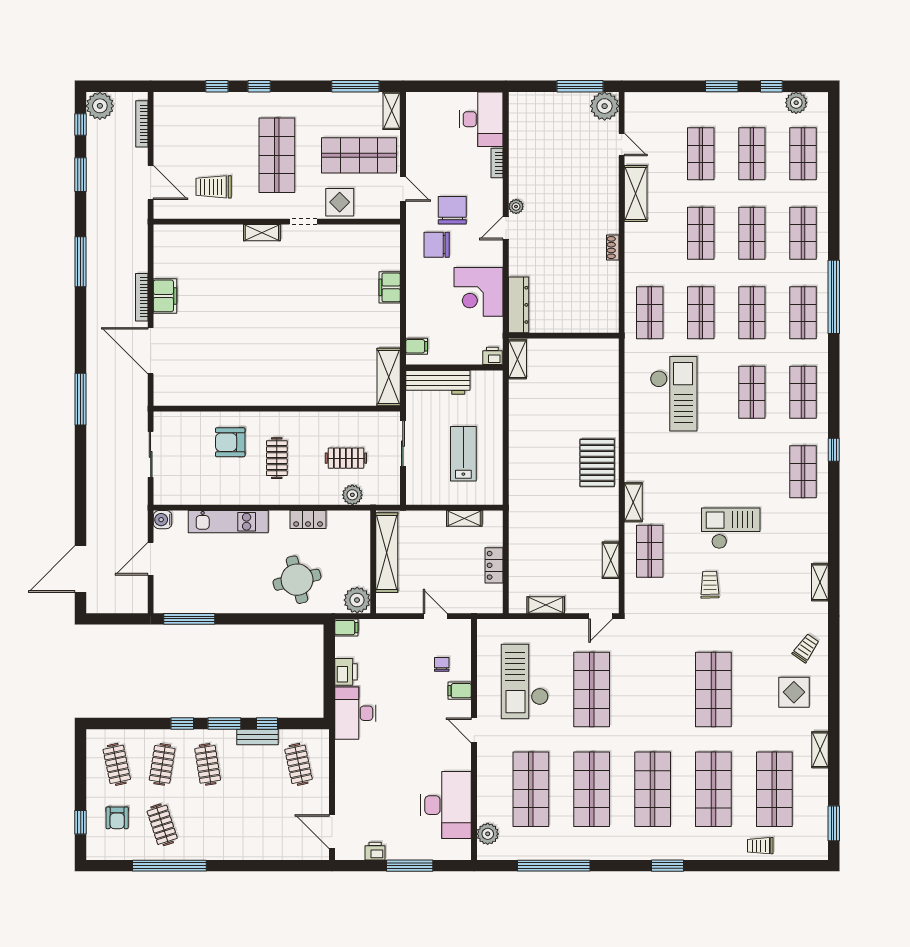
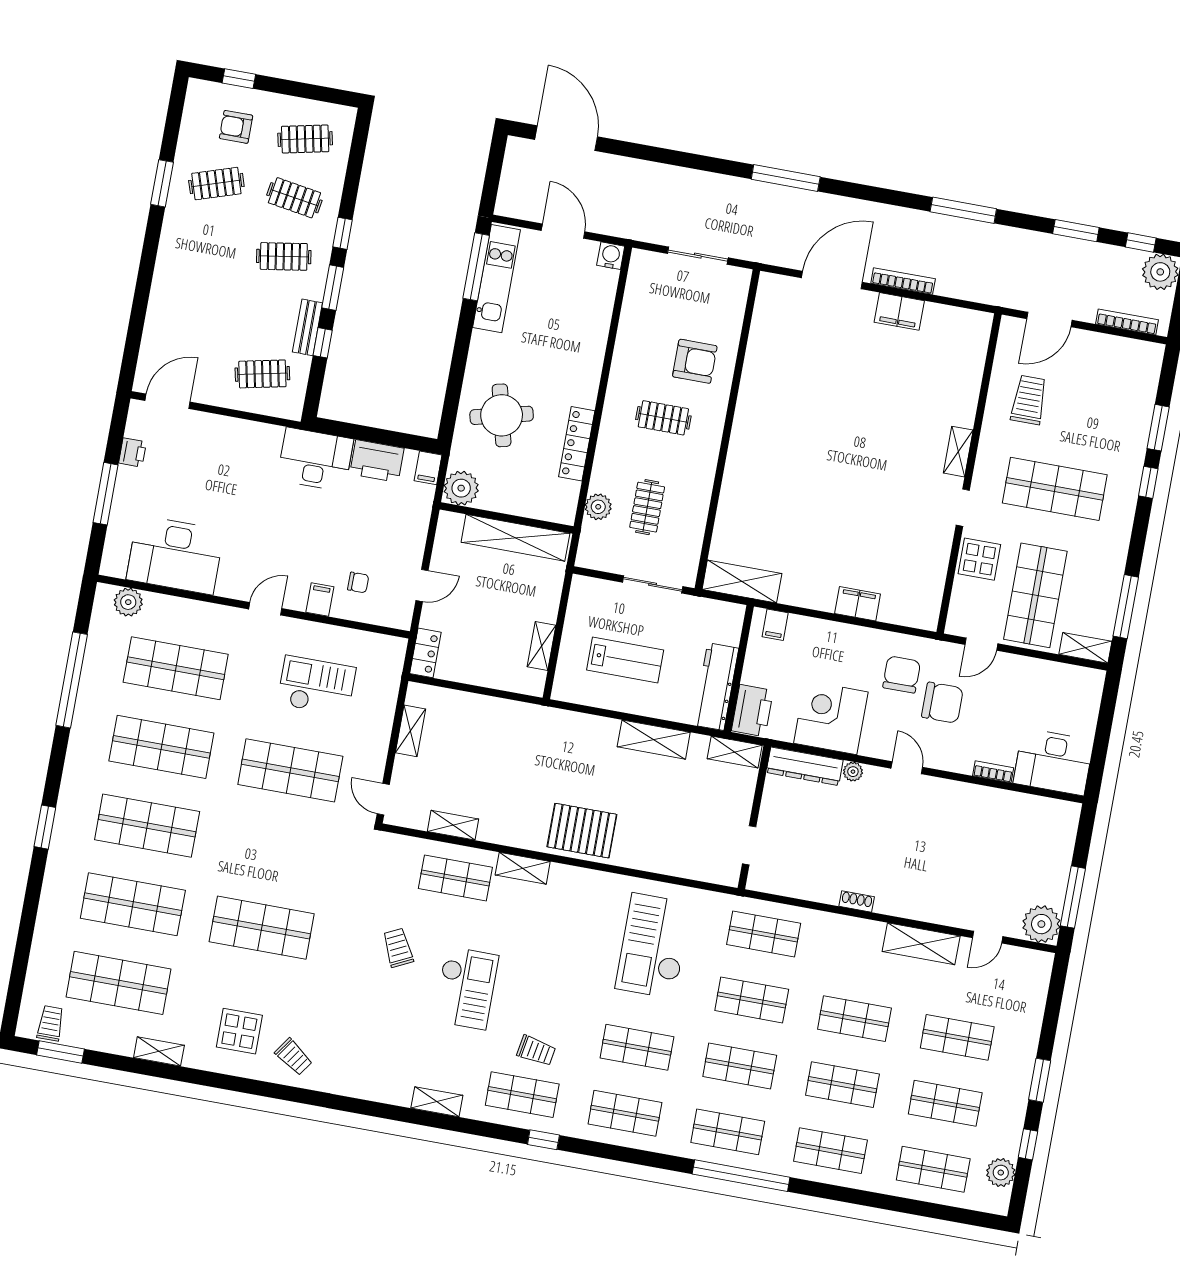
window: (217, 86) -> (1158, 428), width x1.50
plant: (516, 207) -> (853, 772), moved
doorway: (585, 336) -> (749, 845), added
printer: (492, 356) -> (752, 711), width x1.87, depth x1.48
workbench: (438, 382) -> (716, 687), moved
checkout: (674, 394) -> (653, 946), turned 90
shelving: (519, 422) -> (654, 740), added
armchair: (230, 442) -> (695, 361), turned 90
trolley: (768, 467) -> (536, 1051), added
locker: (308, 519) -> (577, 444), width x1.53
kitchen unit: (228, 522) -> (497, 279), moved, turned 180
locker: (494, 565) -> (425, 653), moved, turned 90
shelving: (820, 582) -> (437, 1102), moved
trolley: (710, 585) -> (398, 948), turned -115
printer: (346, 672) -> (377, 461), width x1.37, depth x1.19
checkout: (525, 681) -> (316, 686), width x0.73, depth x0.83
trolley: (760, 846) -> (50, 1023), moved
window: (169, 866) -> (162, 183), width x0.47

